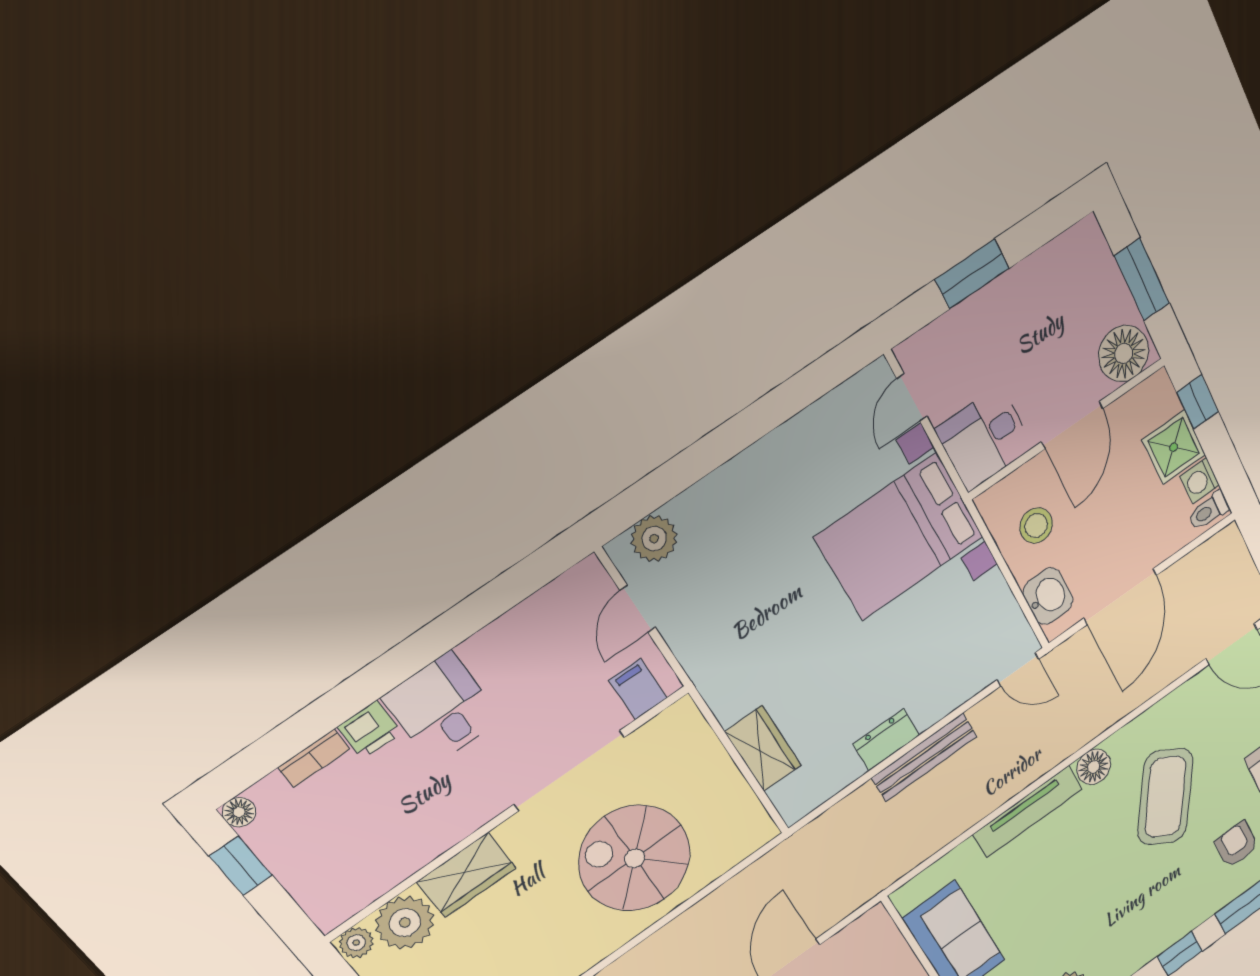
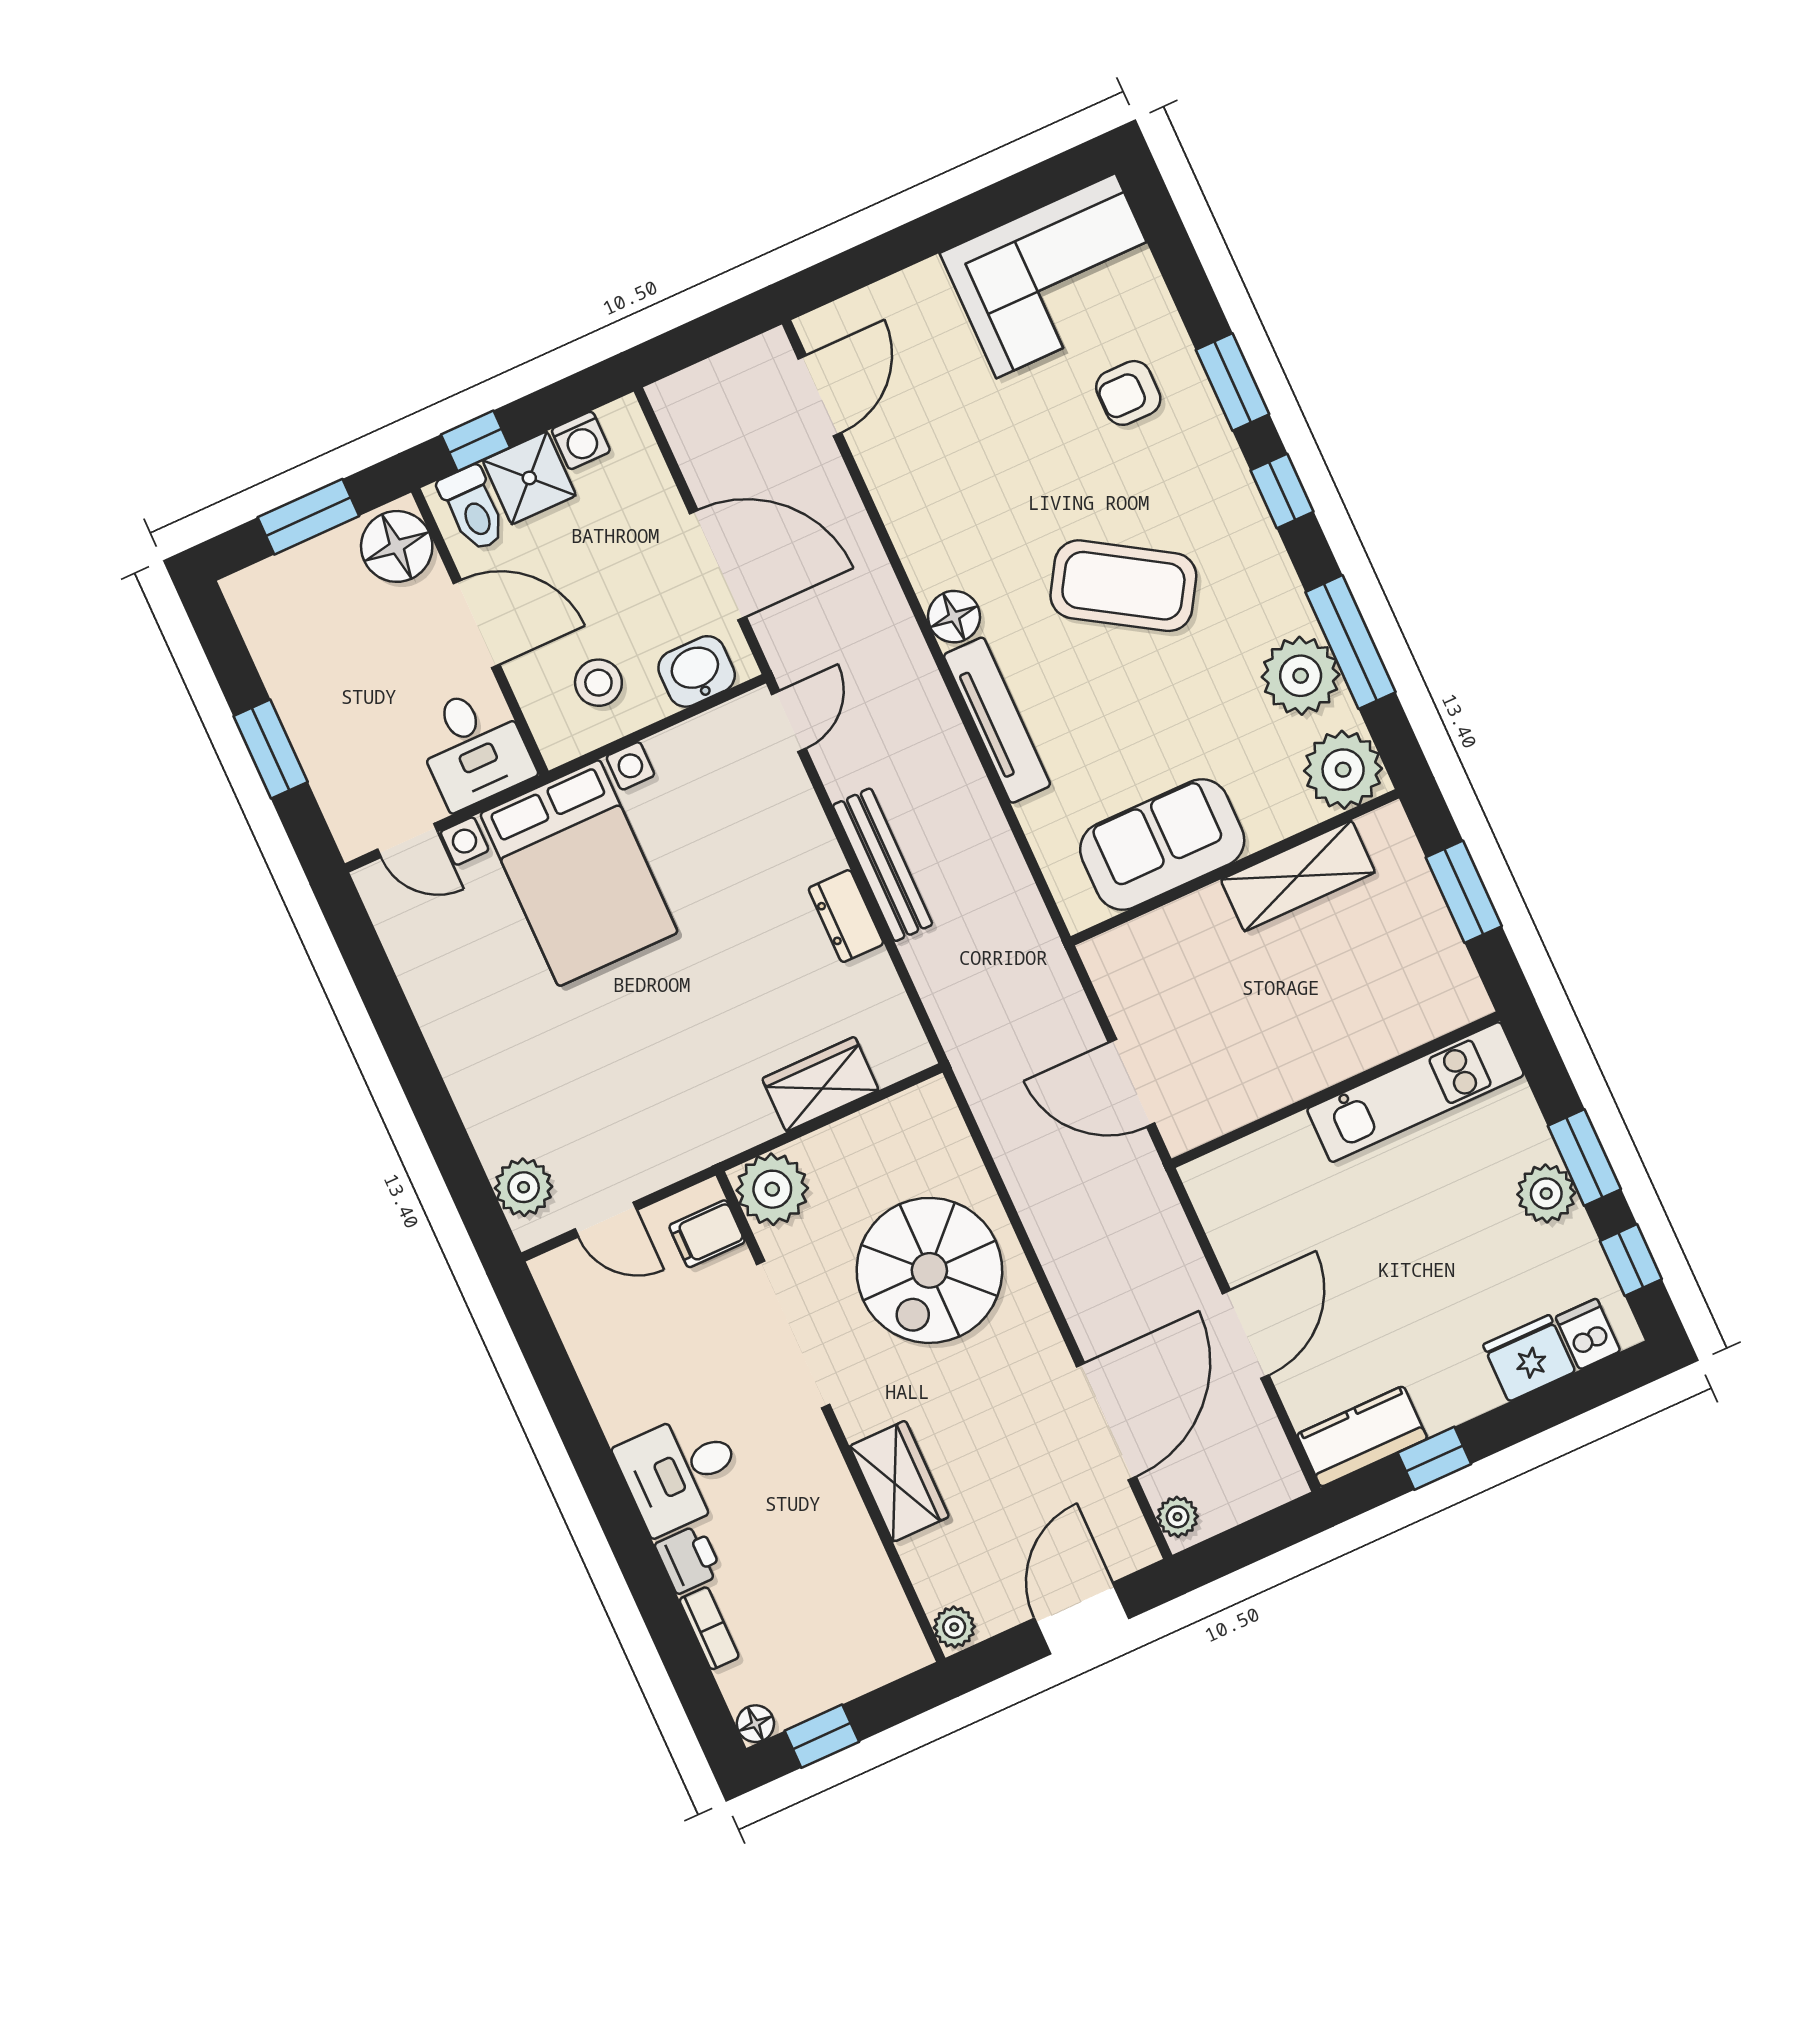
toilet: (1209, 511) -> (473, 509), moved, width x1.37, depth x1.39
coffee table: (1165, 797) -> (1123, 586), moved
plant: (405, 923) -> (772, 1189), moved

